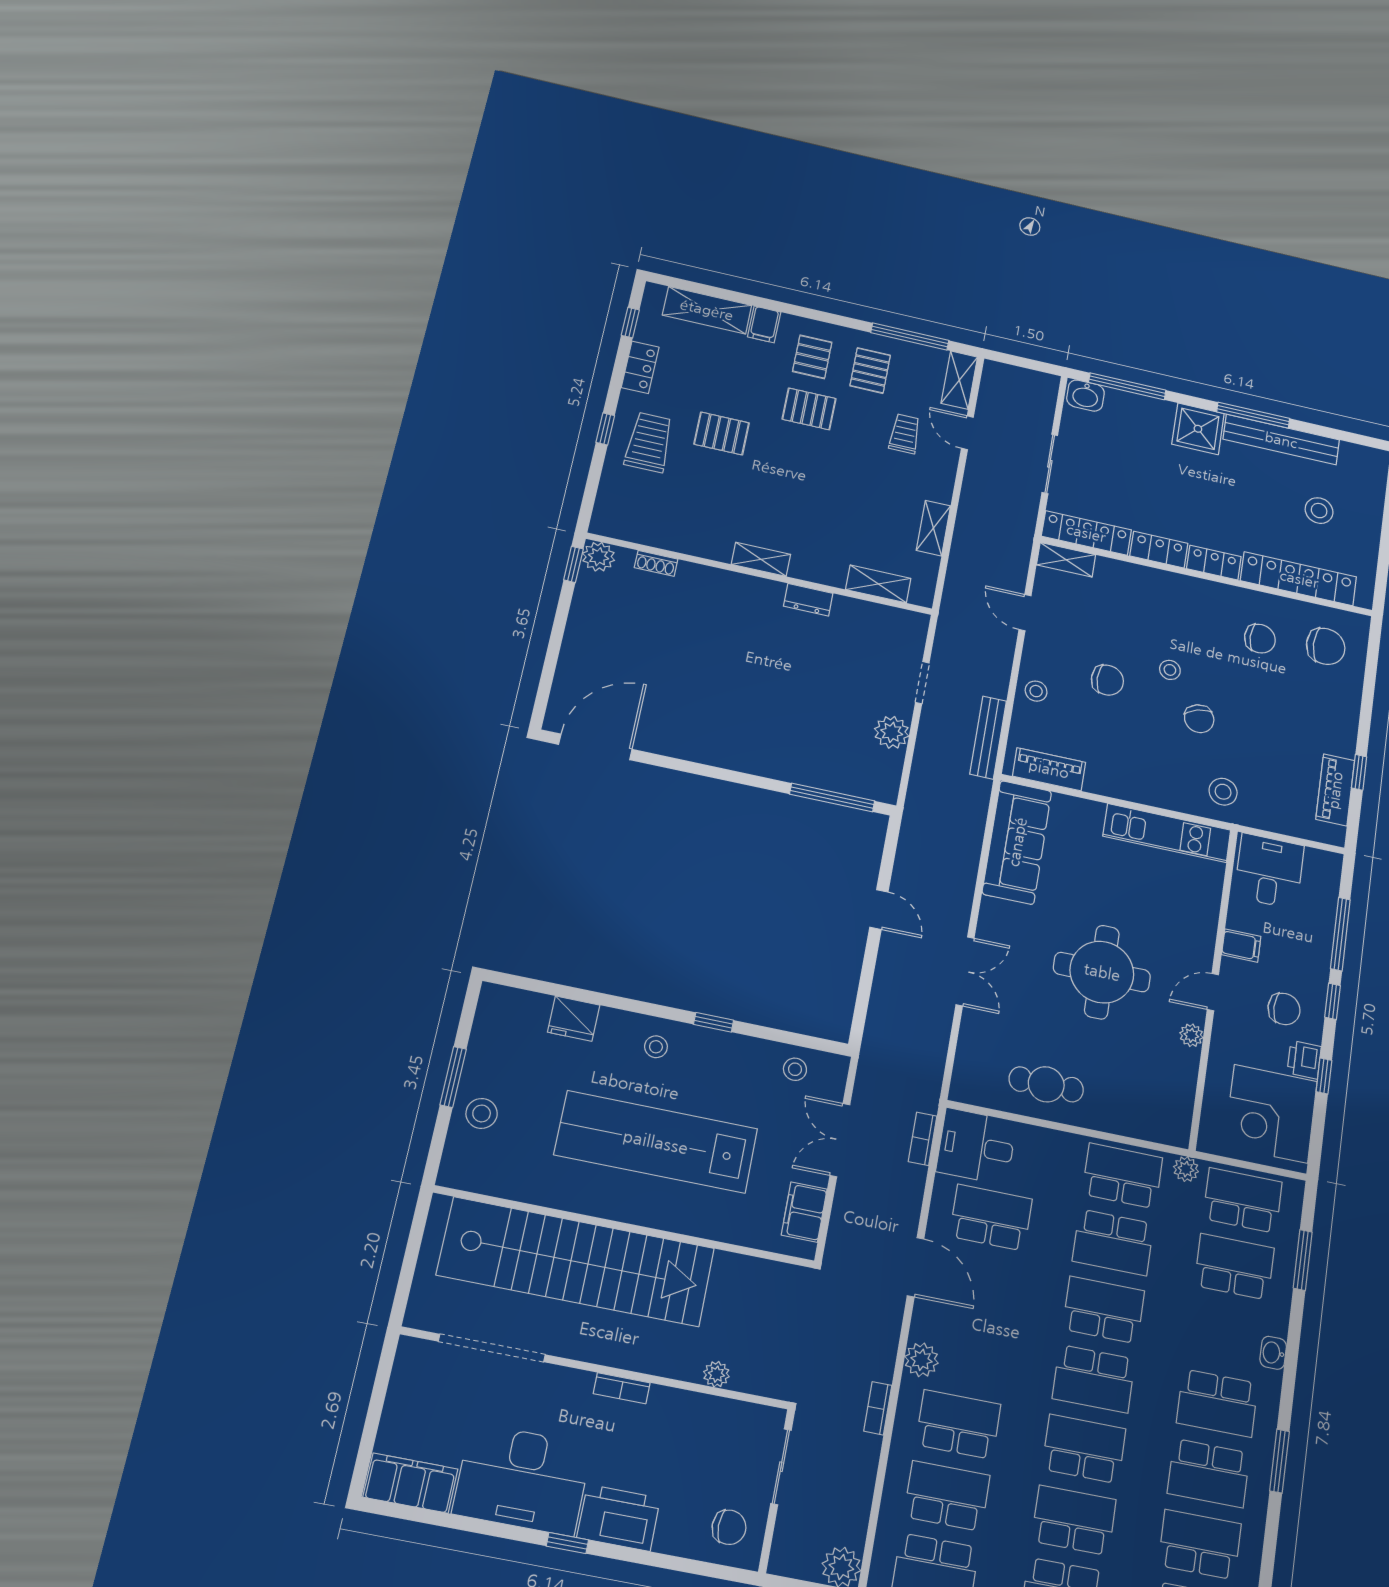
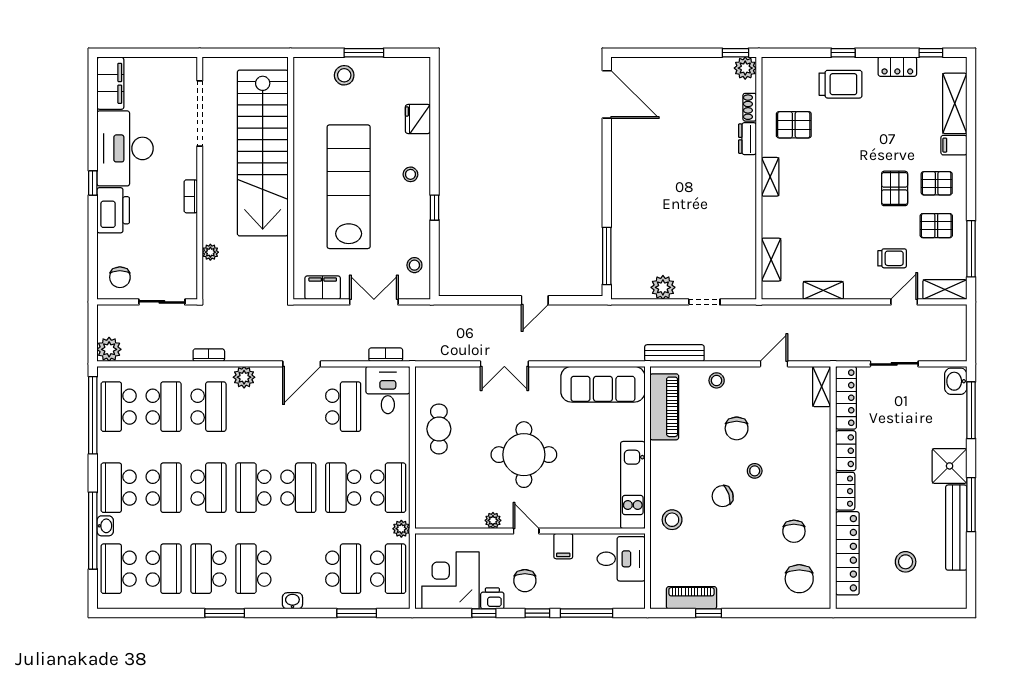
pallet: (722, 433) -> (794, 125), moved, turned 90
dresser: (808, 600) -> (748, 139), moved
piano: (1049, 769) -> (664, 407), width x1.37, depth x1.33

